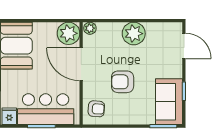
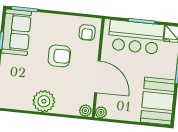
plant: (69, 33) -> (101, 112), width x0.53, depth x0.53
armchair: (96, 109) -> (87, 32), turned -94

